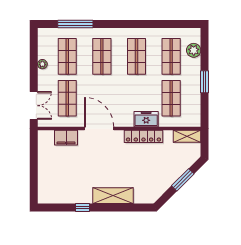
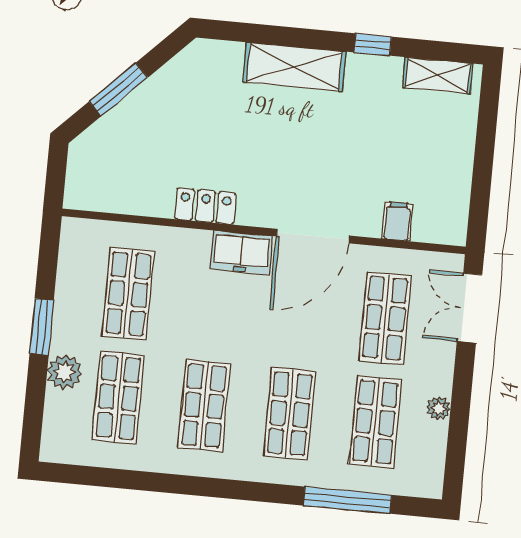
plant: (194, 50) -> (65, 372), moved
freezer: (146, 119) -> (241, 252), moved
door: (99, 128) -> (313, 236), hinge flipped
locker: (143, 136) -> (205, 206), width x0.66
shelving: (187, 136) -> (438, 76), moved
filing cabinet: (66, 138) -> (397, 221), width x0.50

